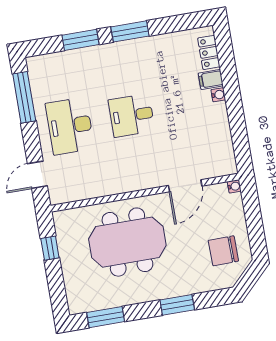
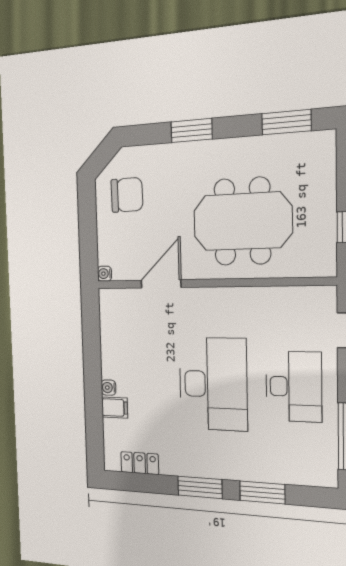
locker: (209, 52) -> (140, 463), moved, turned -90
desk: (132, 115) -> (213, 384), width x1.87, depth x1.30

